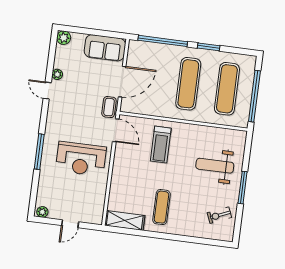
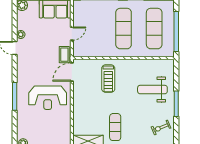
door: (122, 82) -> (72, 34), width x0.53
door: (116, 130) -> (72, 72), swing flipped

